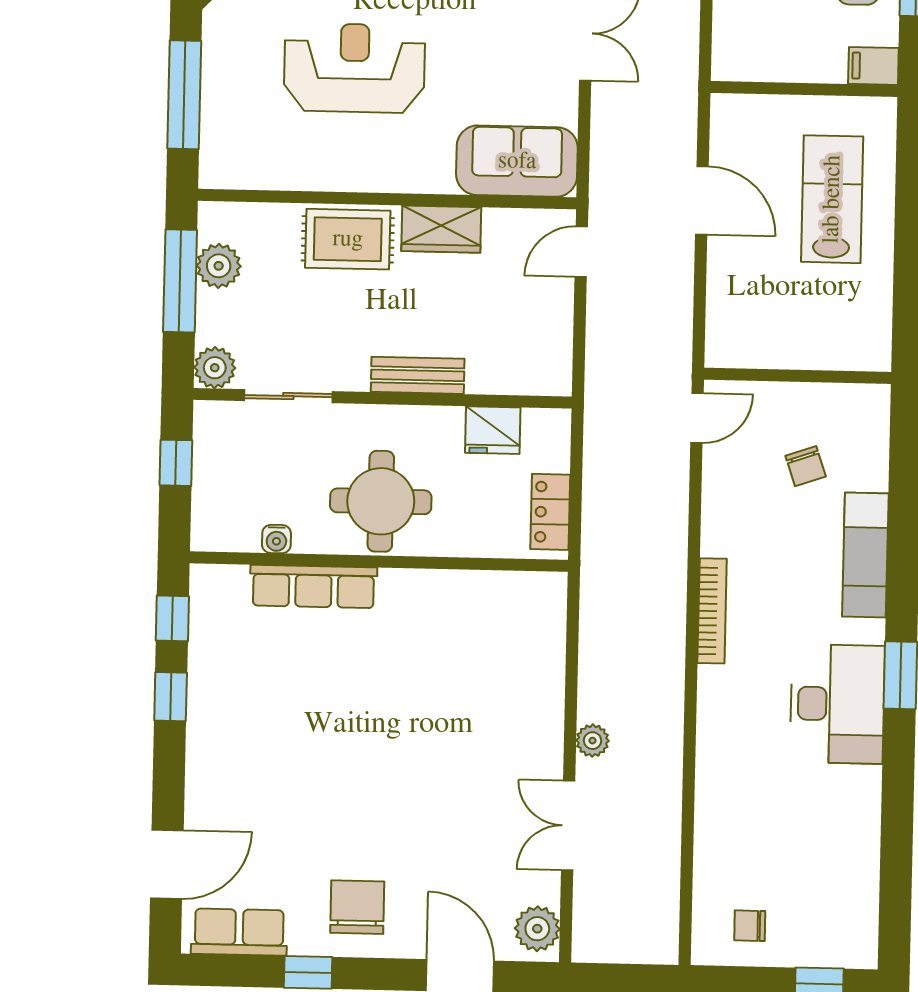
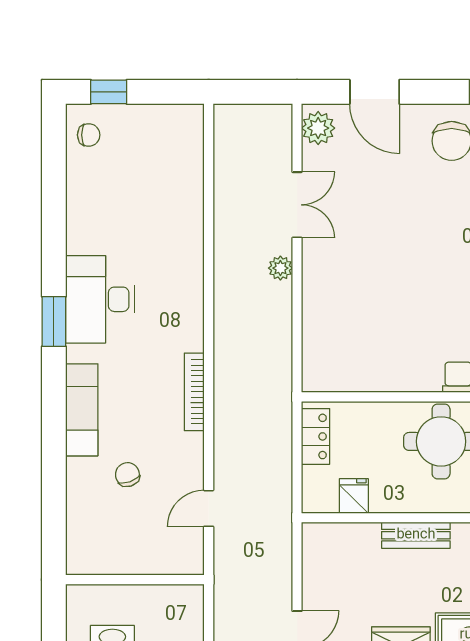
wall: (798, 376) -> (135, 580), moved
fridge: (493, 430) -> (354, 496), width x0.72
bookcase: (712, 611) -> (194, 392), moved
chair: (750, 926) -> (89, 135), moved

